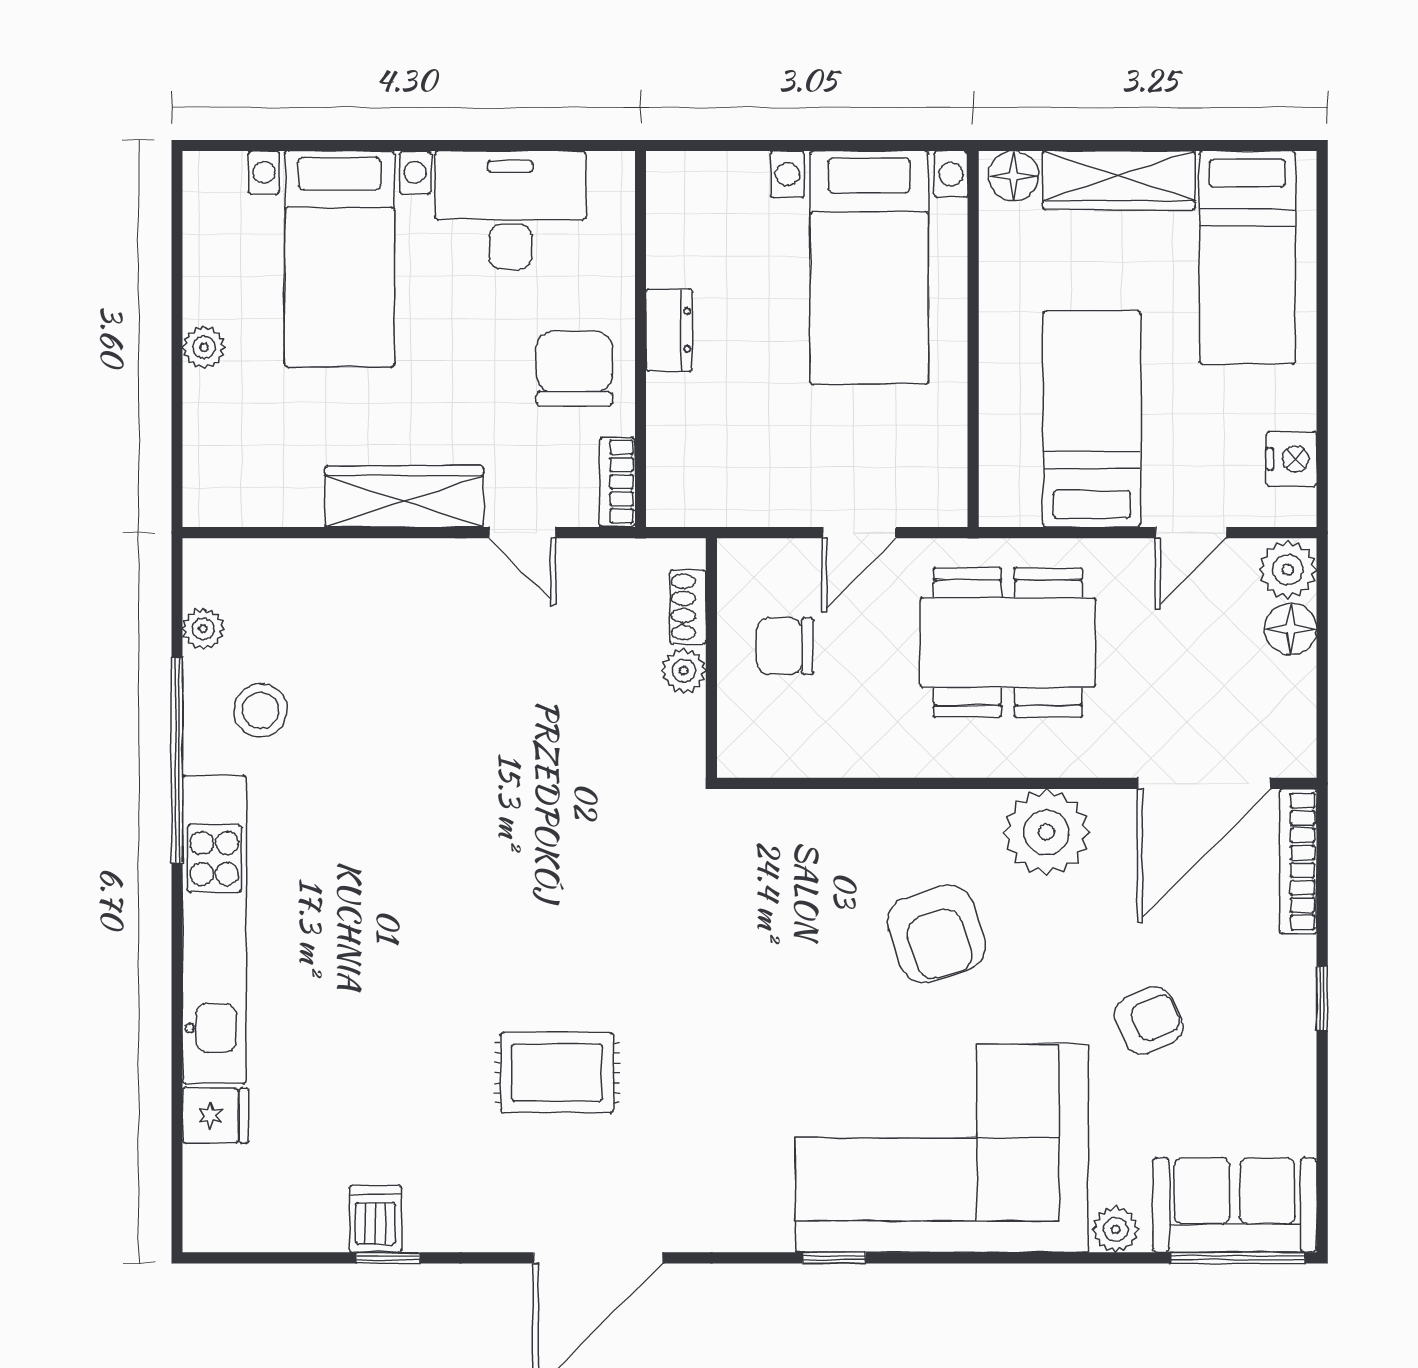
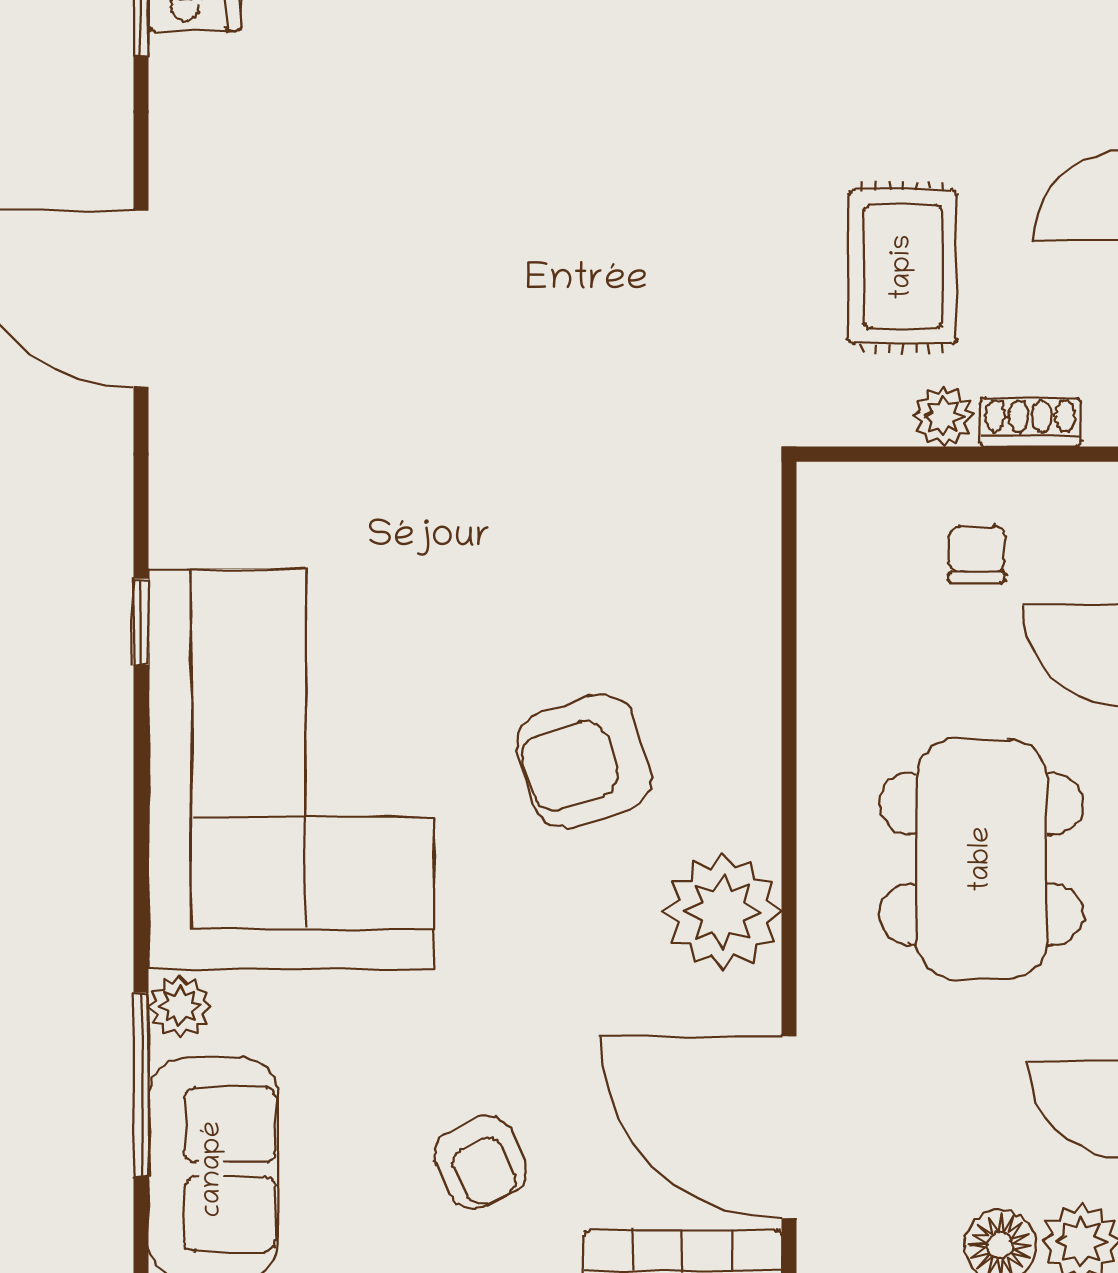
chair: (785, 646) -> (977, 555), width x0.73, depth x0.73
armchair: (1149, 1020) -> (480, 1162), moved
rug: (557, 1073) -> (903, 267), moved
window: (1237, 1258) -> (141, 1085), moved

